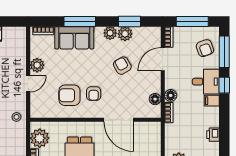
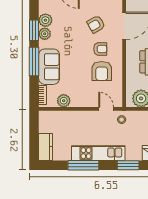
window: (129, 21) -> (34, 30), moved
plant: (37, 65) -> (64, 101), moved
armchair: (122, 66) -> (96, 24), moved
door: (28, 84) -> (106, 109), moved

